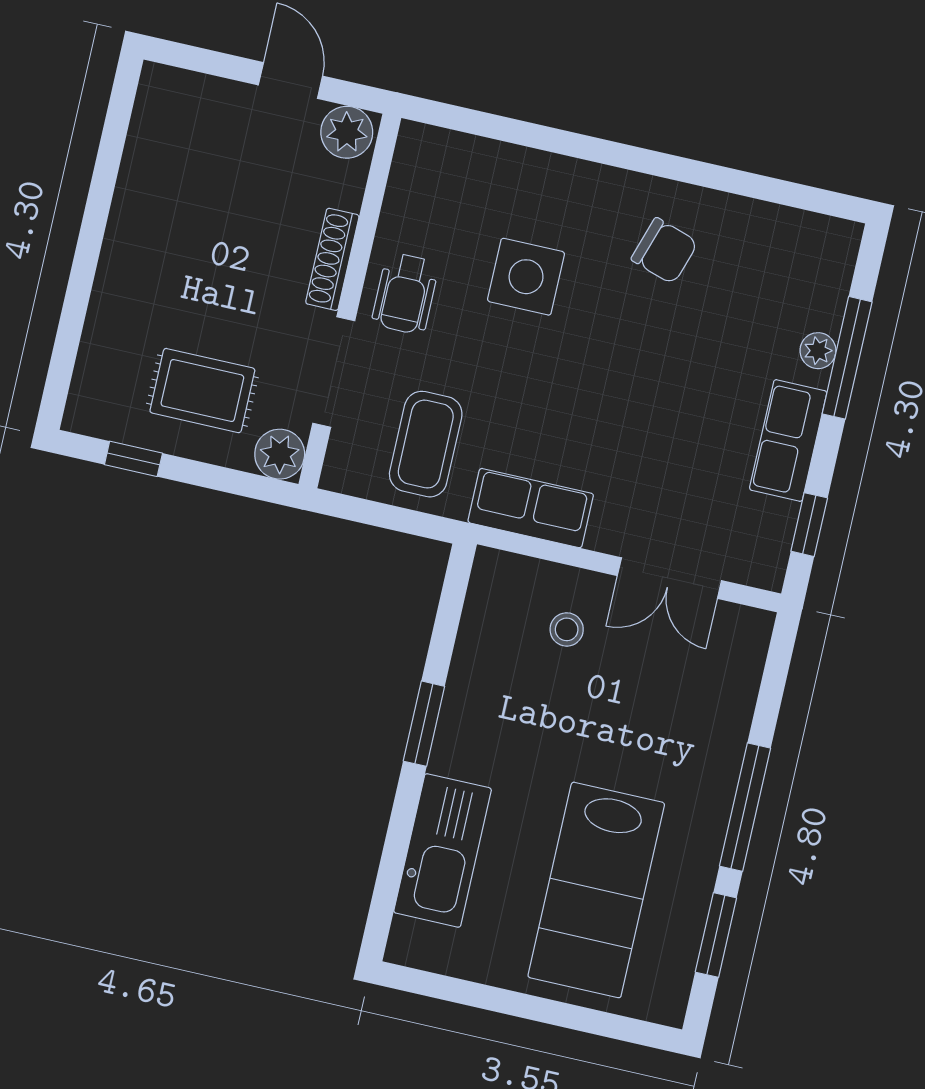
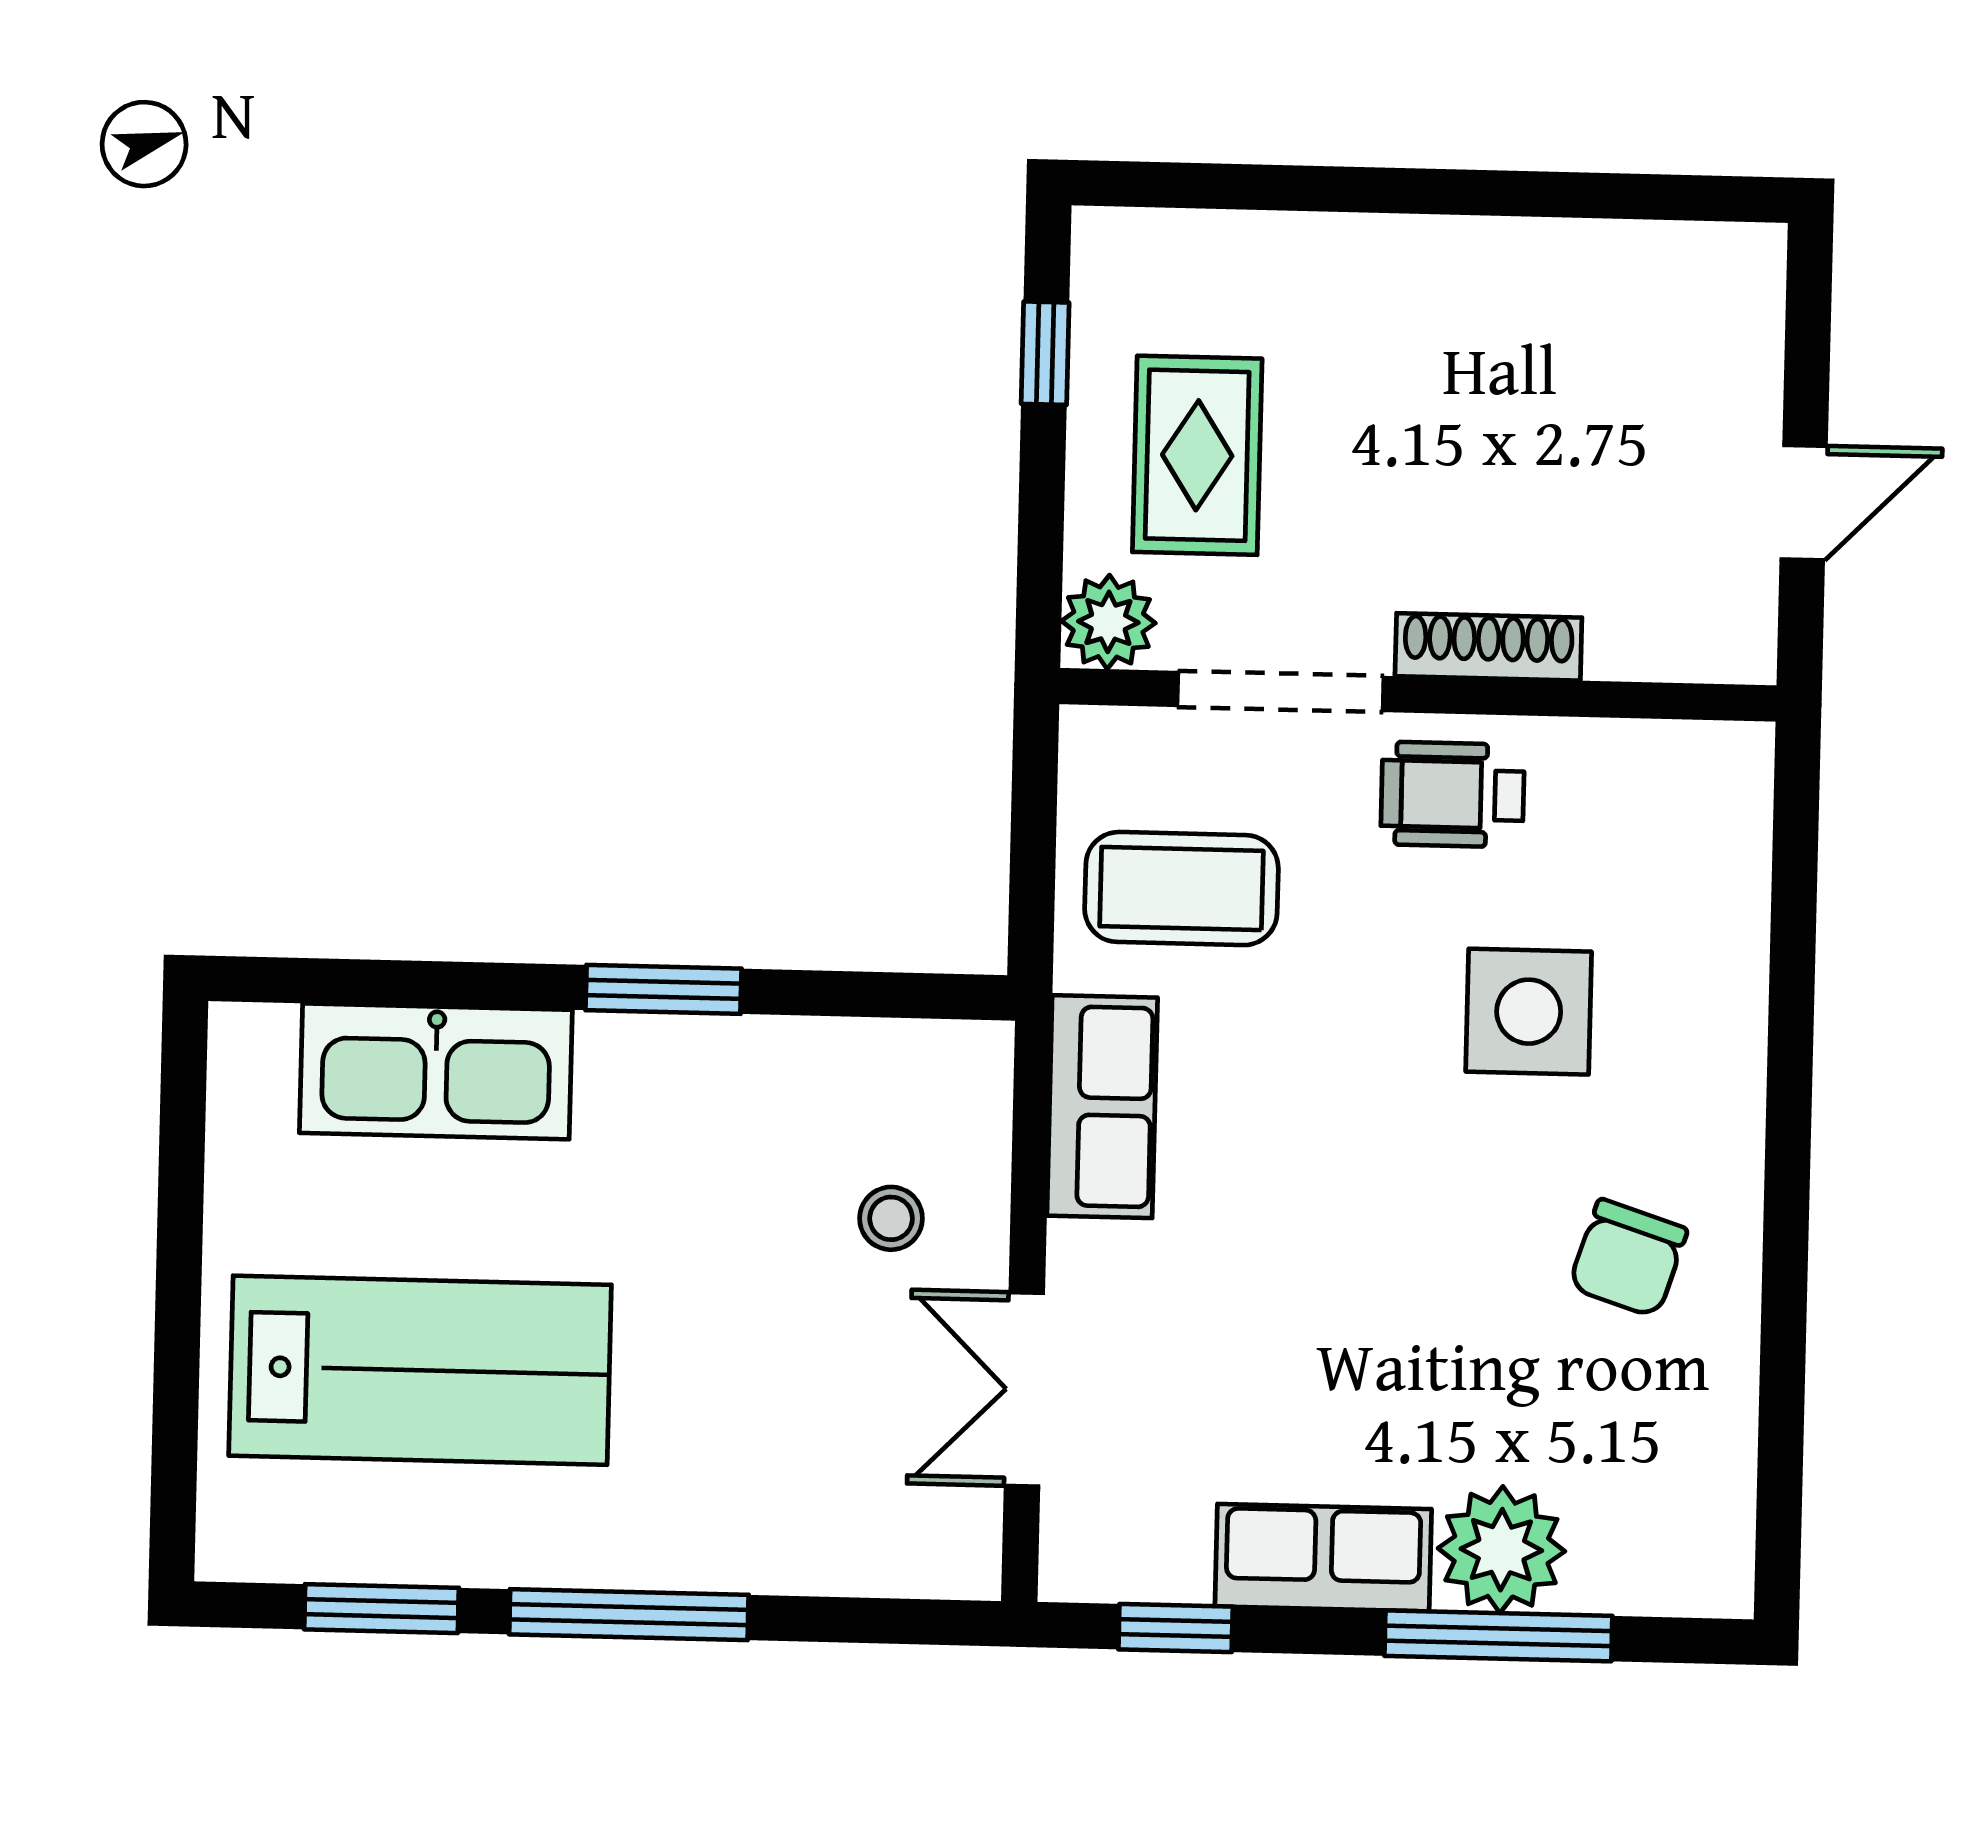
plant: (347, 132) -> (1729, 626), removed
plant: (818, 351) -> (1501, 1550), width x1.87, depth x1.87
lab bench: (596, 890) -> (420, 1370), turned 180

